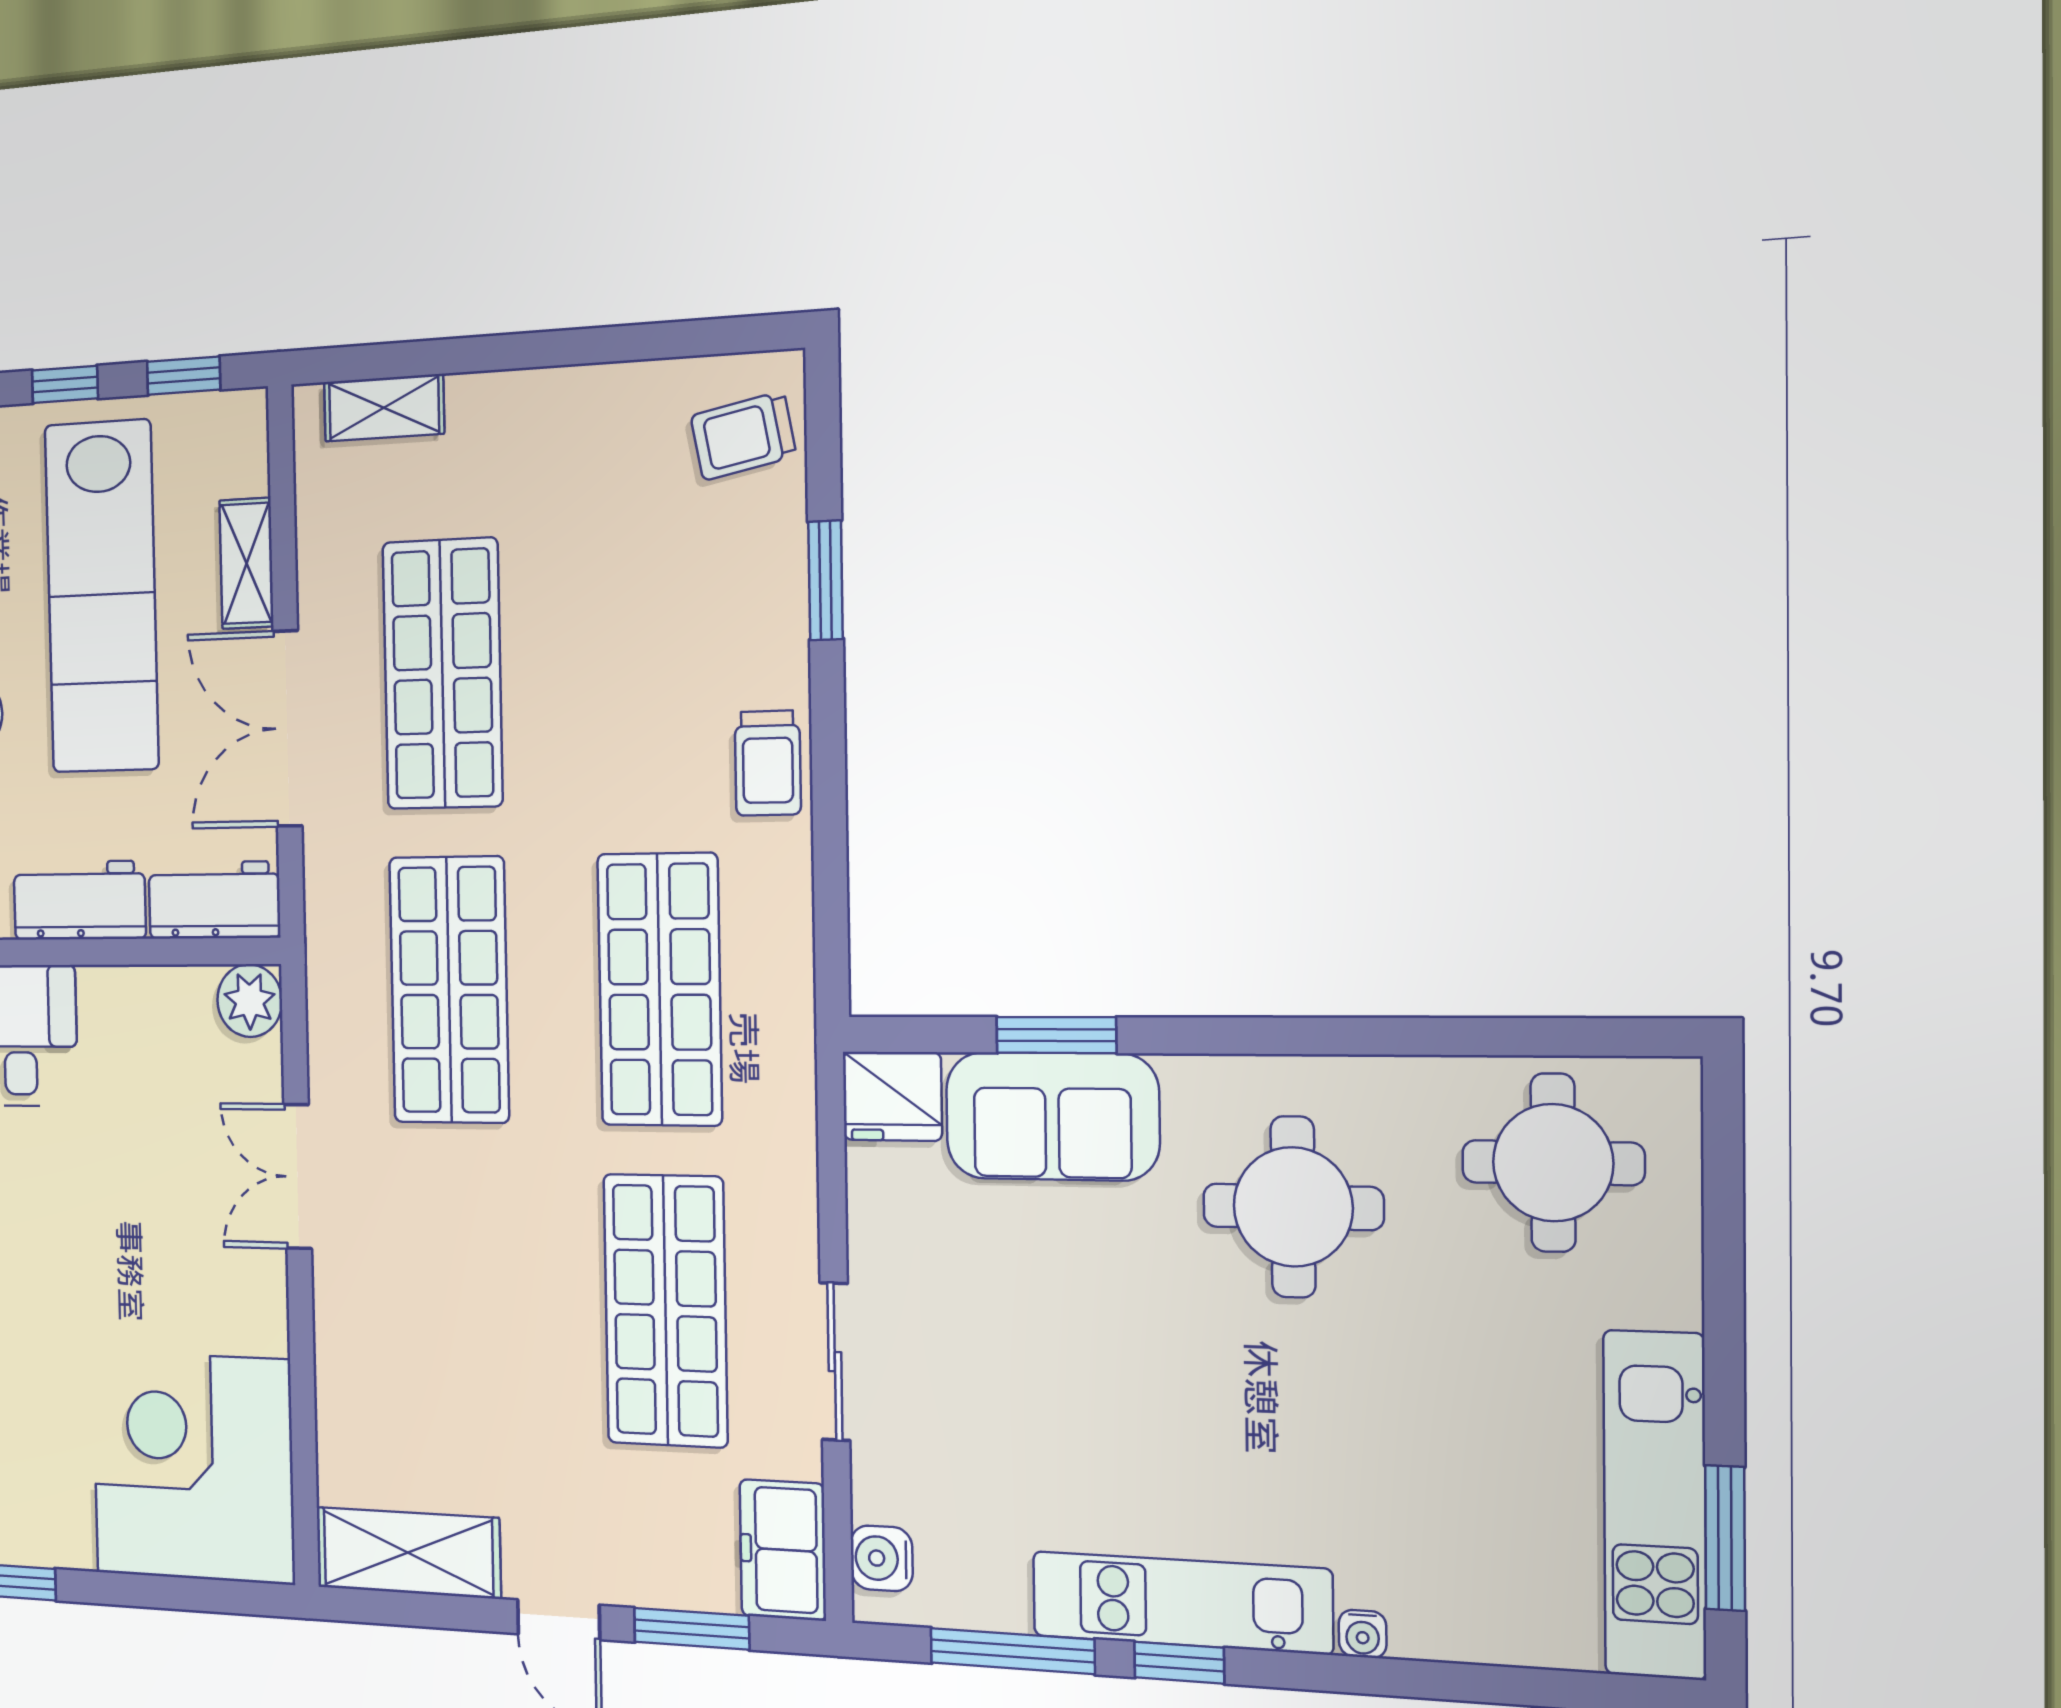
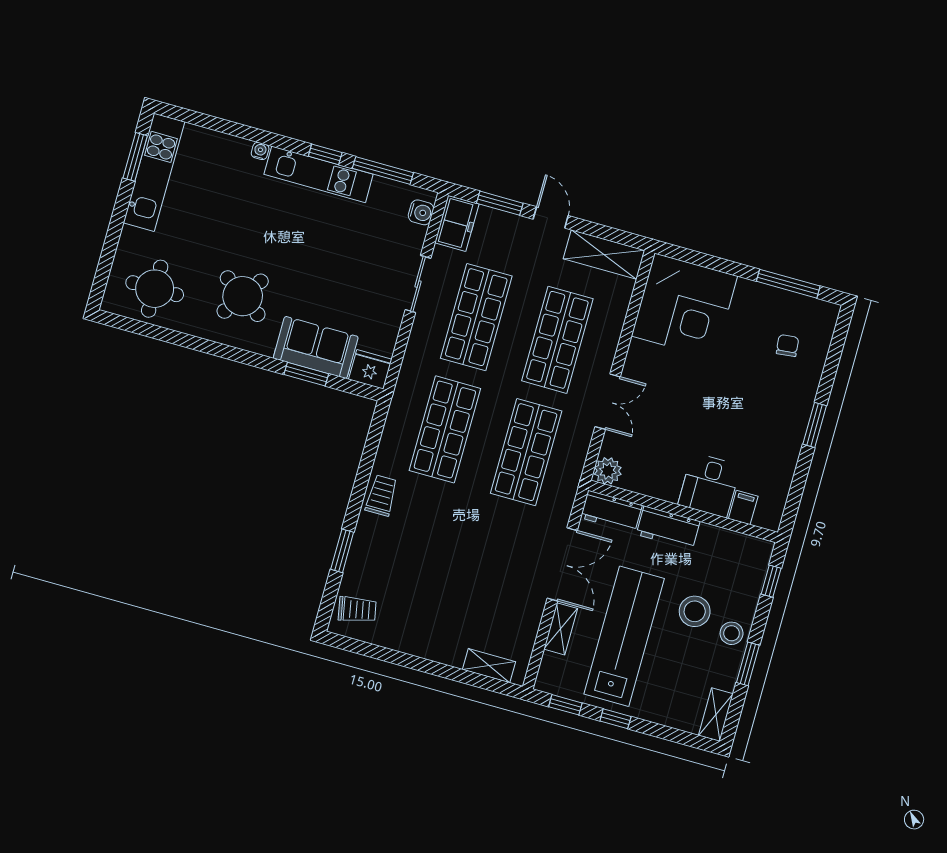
shop shelf: (442, 674) -> (557, 340), moved
round table: (1293, 1207) -> (243, 296), turned 35

